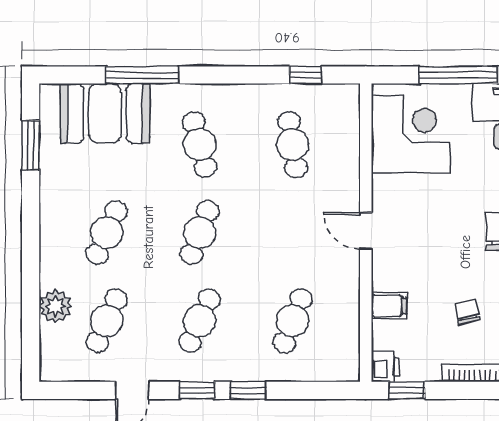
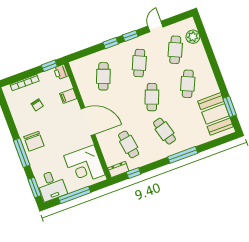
window: (142, 75) -> (183, 155), moved
dresser: (337, 96) -> (118, 169), added
booth: (105, 113) -> (216, 114), moved, turned 90
door: (366, 231) -> (88, 122), width x1.88
plant: (56, 306) -> (193, 37), moved

